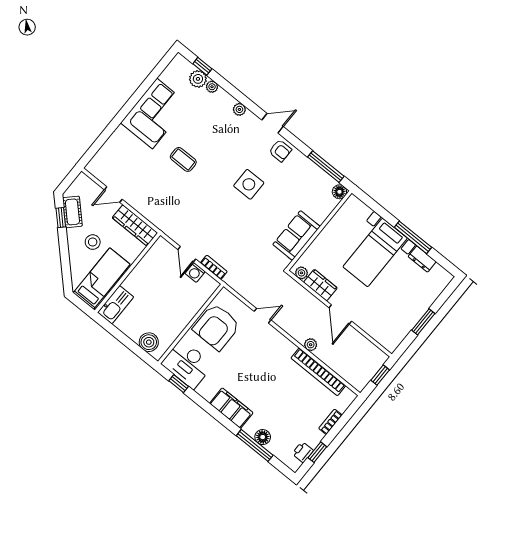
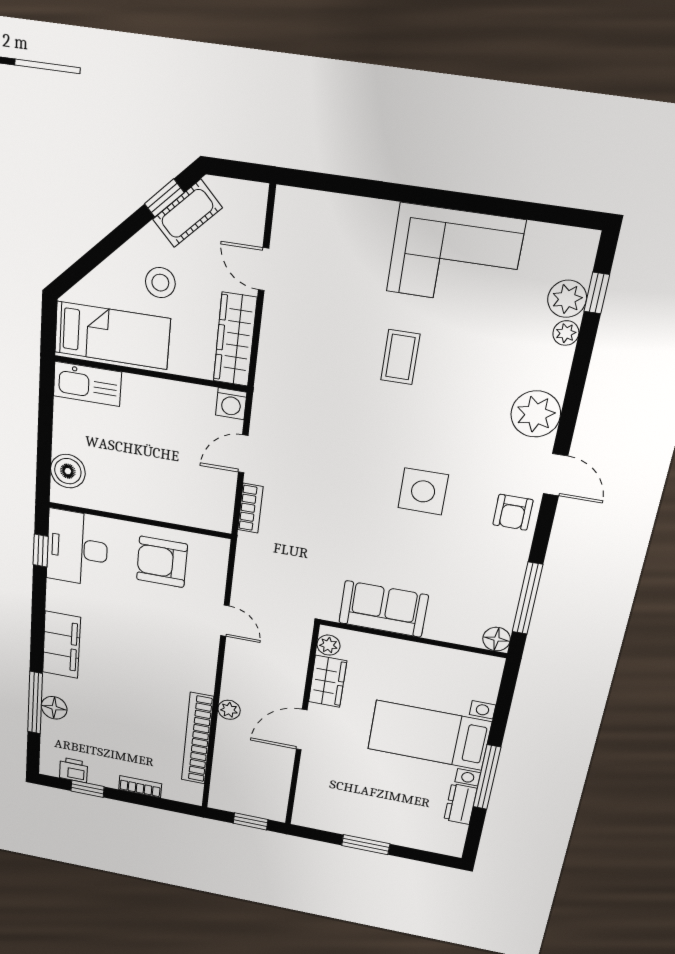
plant: (239, 109) -> (536, 414), width x1.88, depth x1.88
washing machine: (195, 272) -> (231, 404), moved, turned -90
armchair: (217, 327) -> (162, 562), width x0.73, depth x0.73

